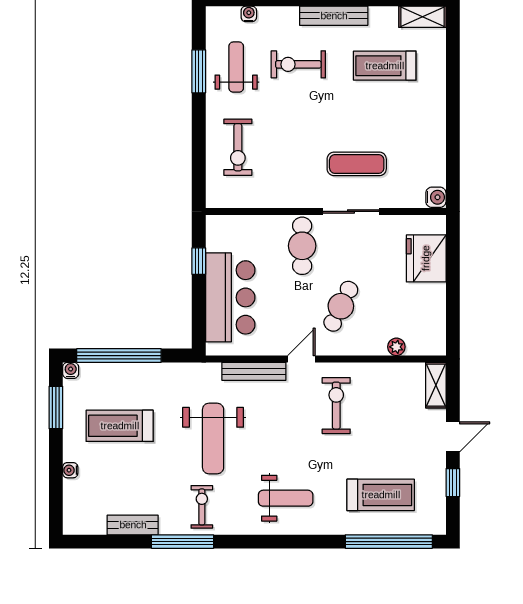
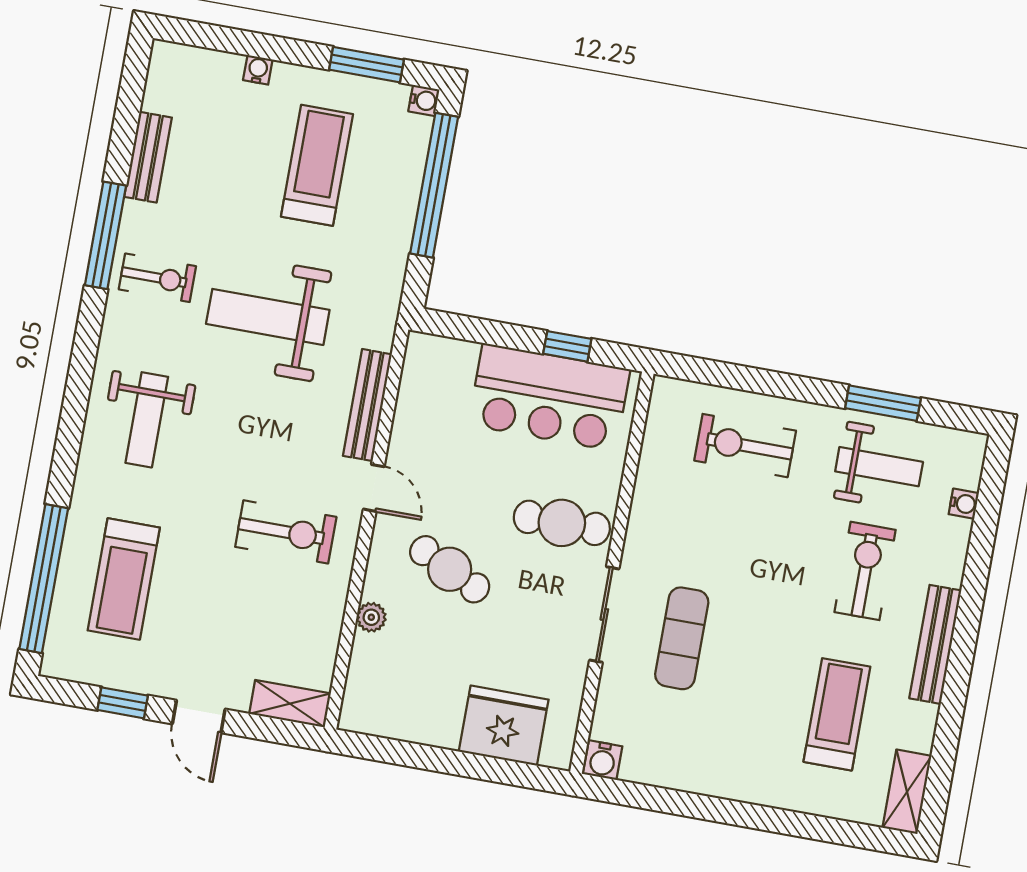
bar counter: (230, 297) -> (549, 397), moved
plant: (396, 347) -> (371, 617), moved

